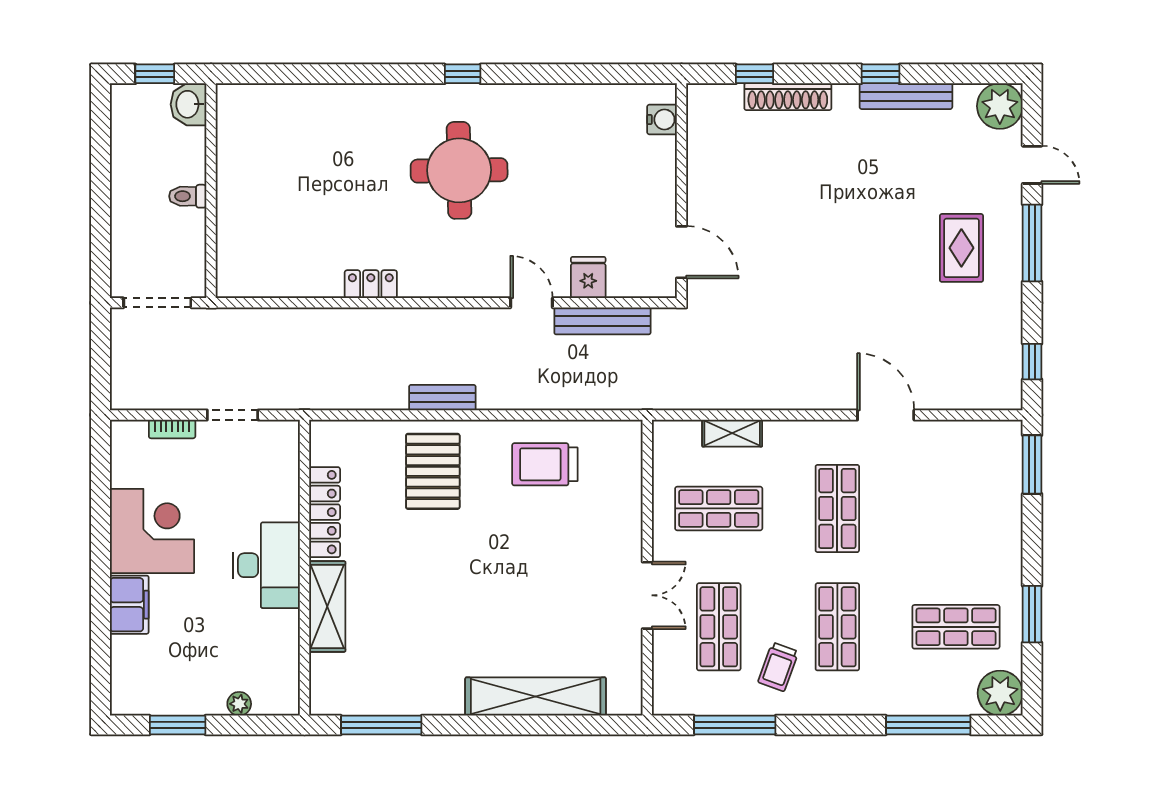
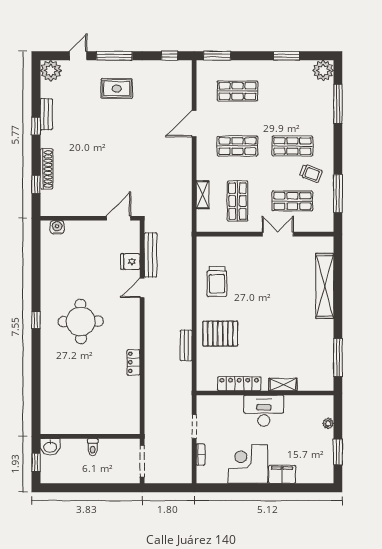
bench: (906, 96) -> (46, 114), width x0.73
bench: (442, 398) -> (186, 345), moved
shelving: (327, 607) -> (283, 385), width x0.67, depth x0.75
shop shelf: (956, 627) -> (237, 91), moved, turned 90

